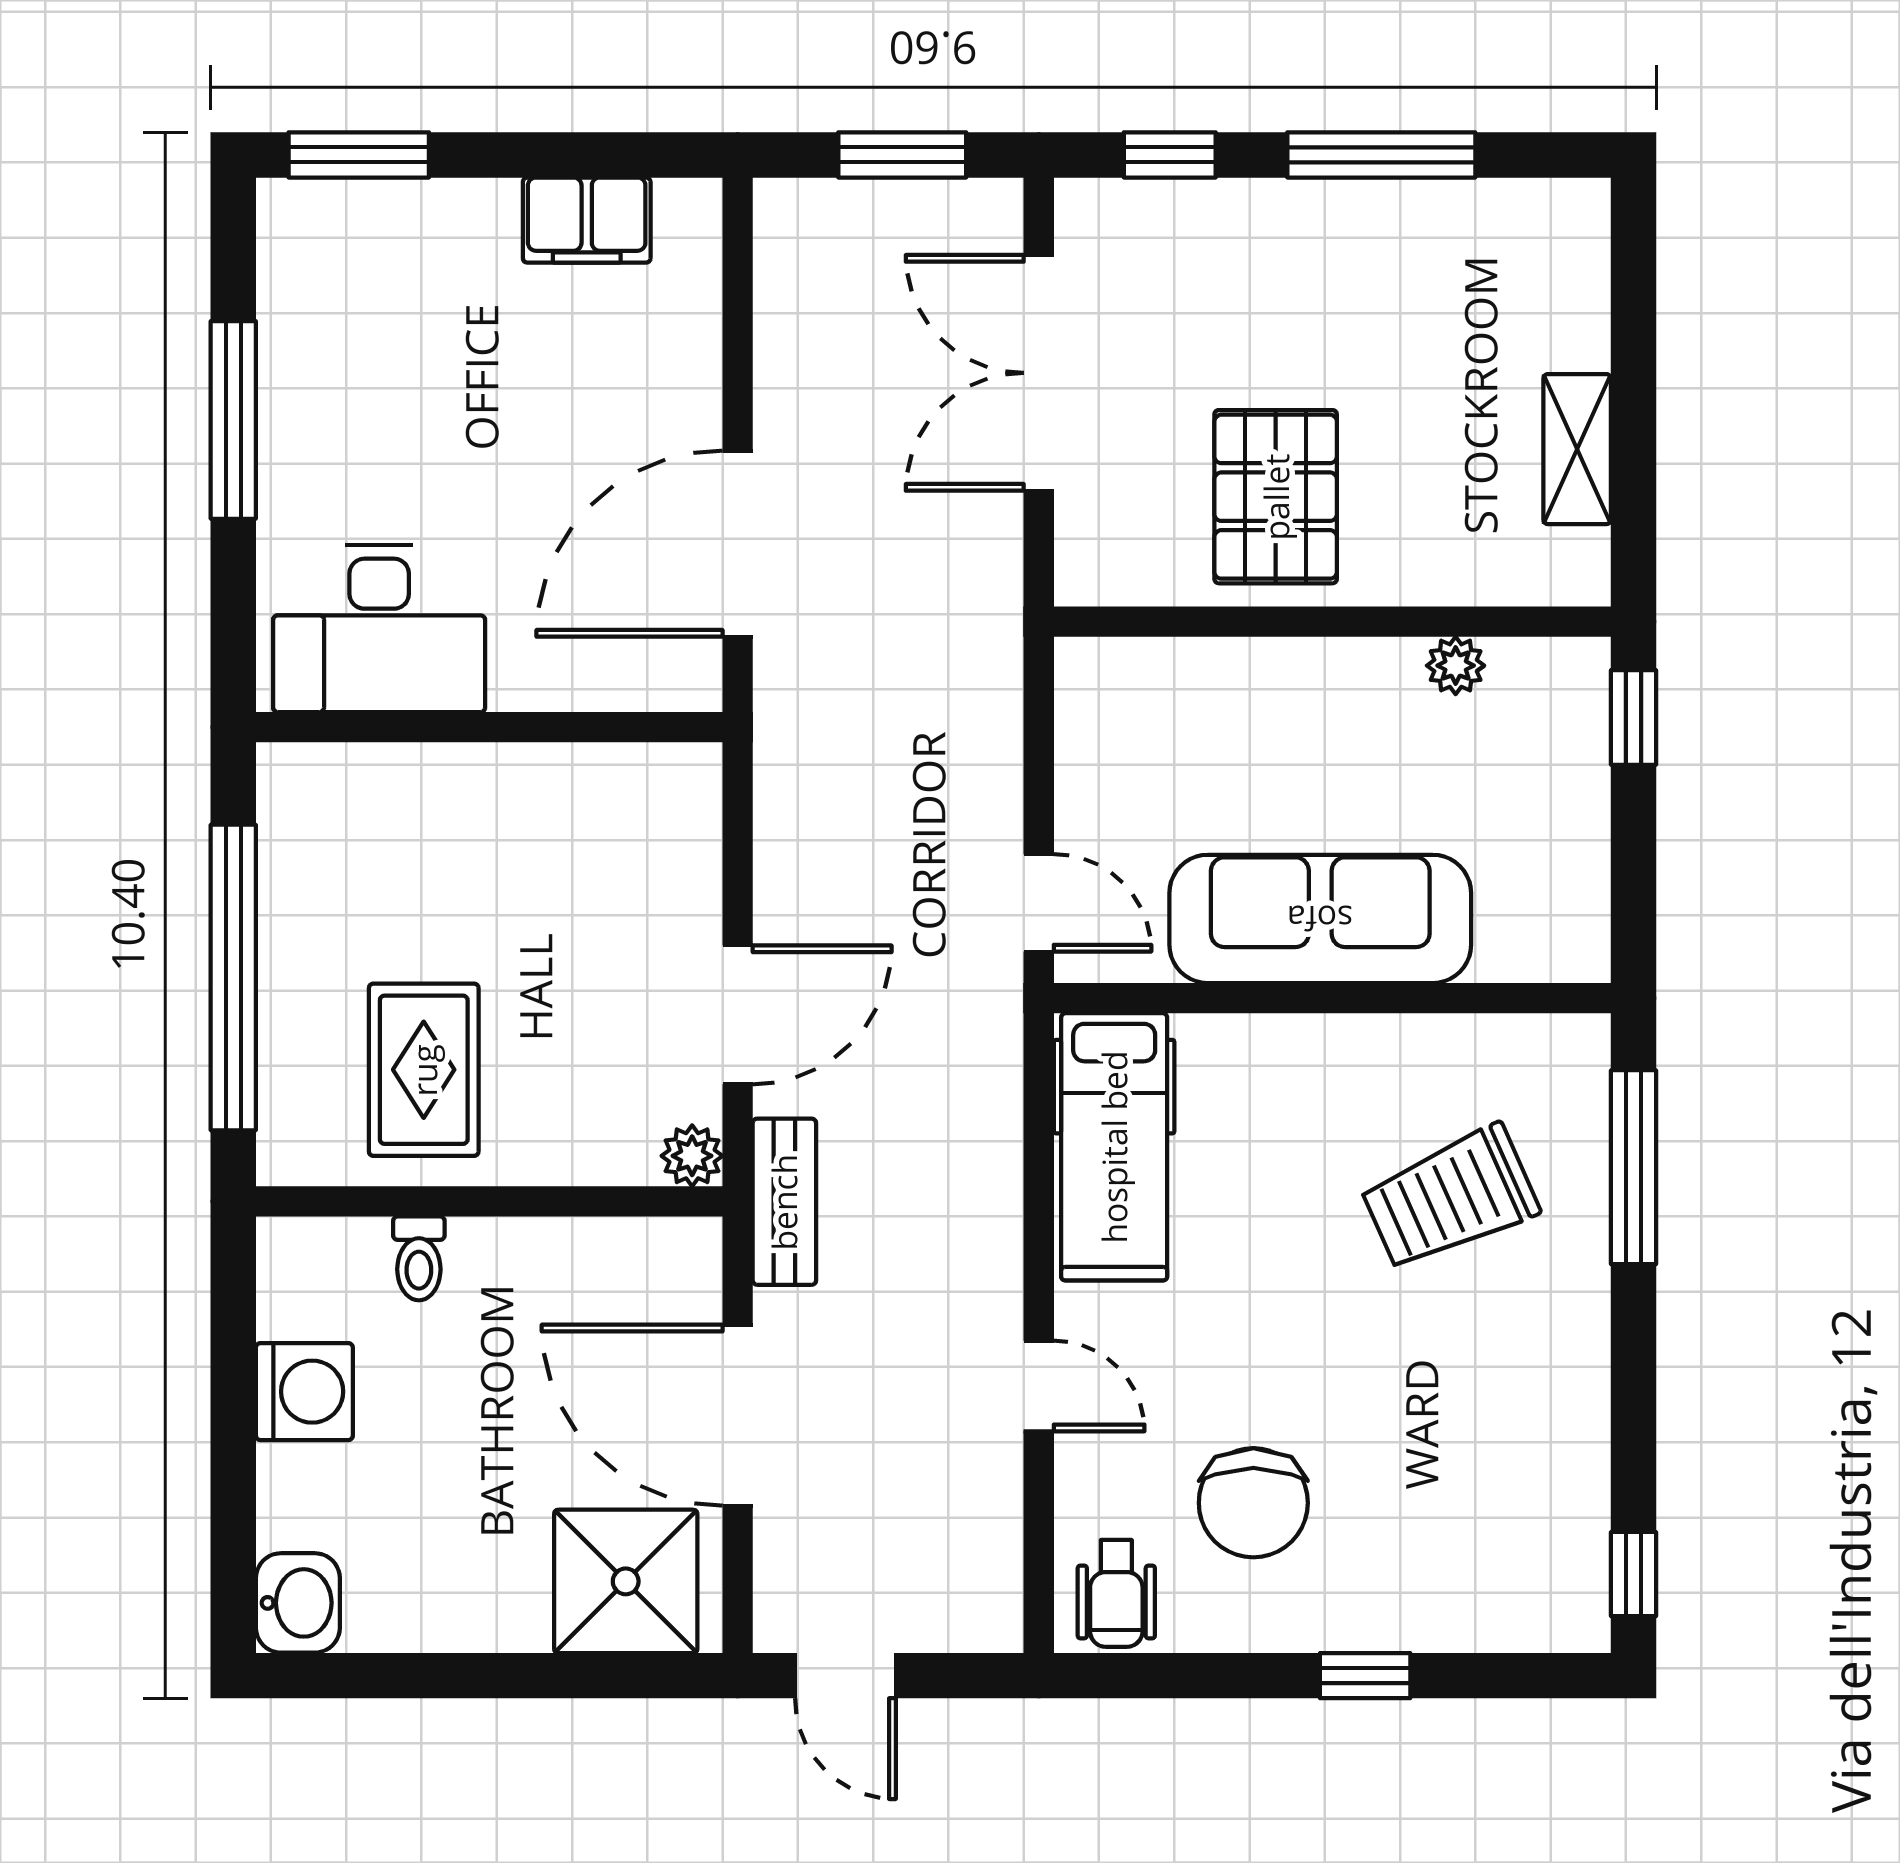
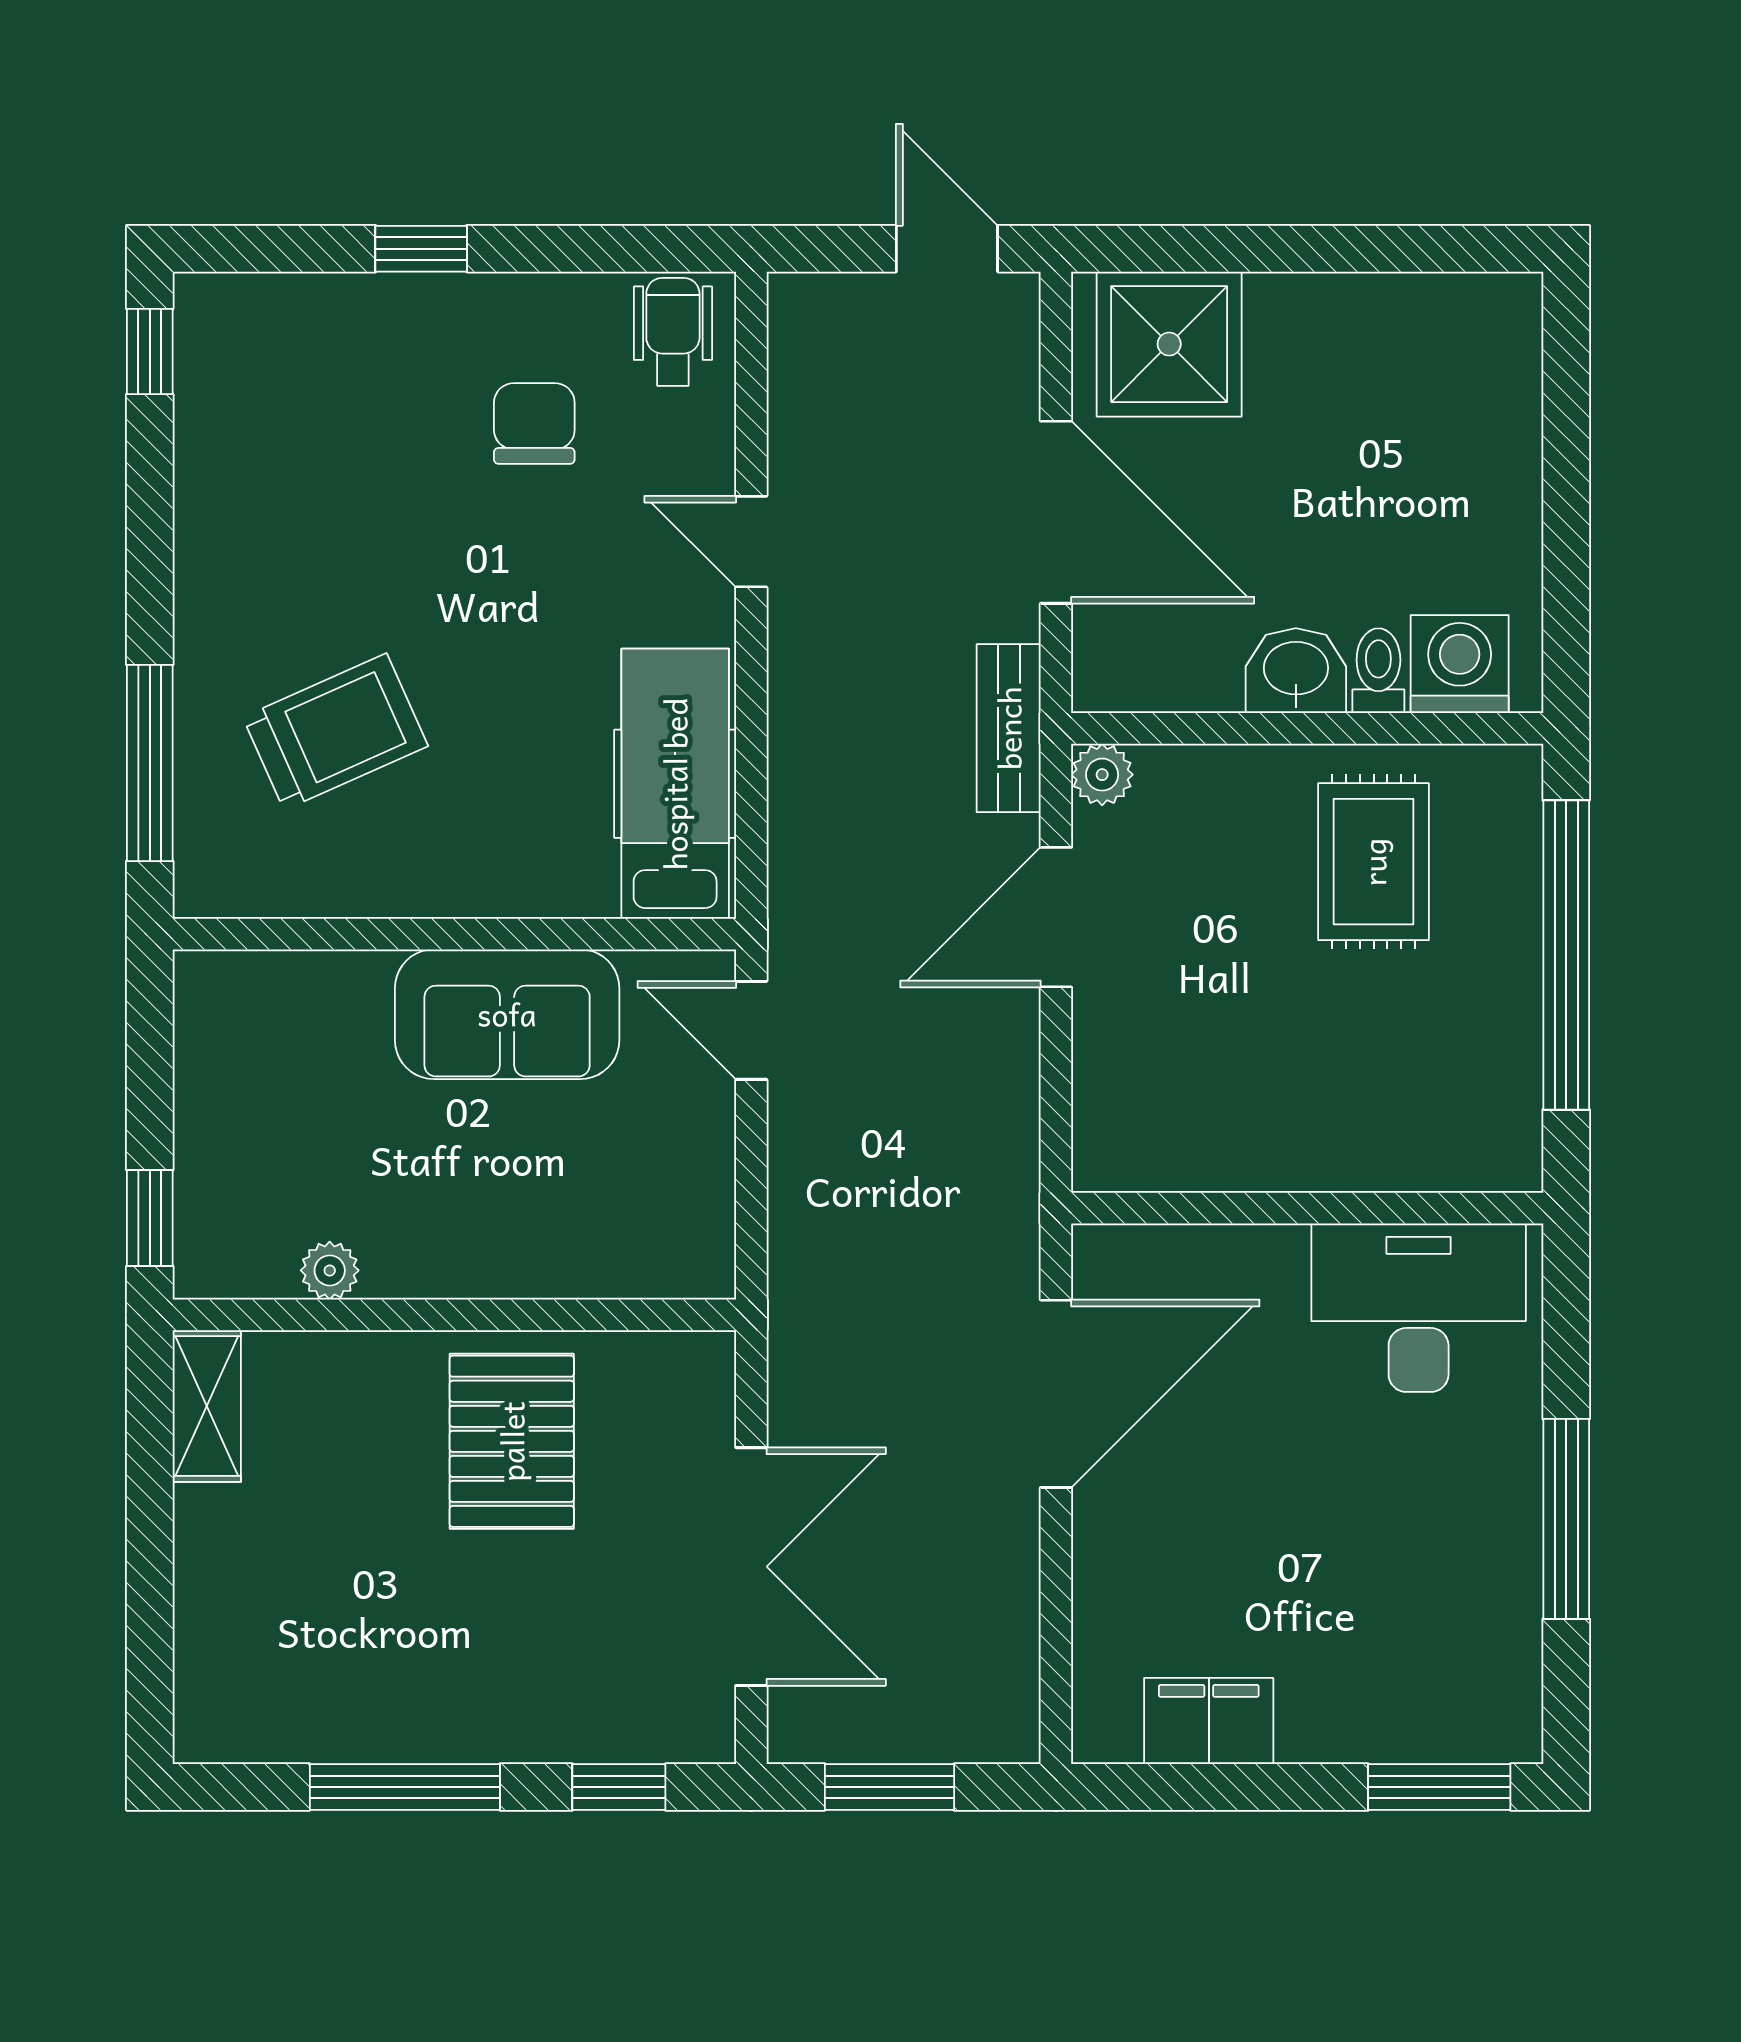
shelving: (1577, 449) -> (207, 1406), moved
sofa: (1320, 919) -> (507, 1014), width x0.73
washing machine: (304, 1392) -> (1460, 664), moved, turned 90
chair: (1253, 1503) -> (534, 424), width x0.73, depth x0.73
washbasin: (298, 1603) -> (1296, 671), moved, turned 90

